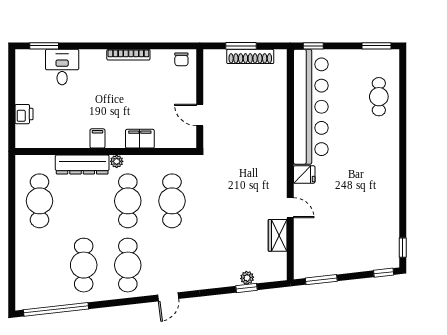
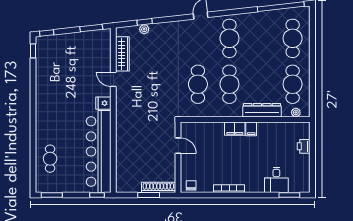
shoe rack: (250, 56) -> (158, 187), moved
filing cabinet: (140, 139) -> (235, 129), moved
plant: (117, 161) -> (296, 112), moved
wardrobe: (278, 235) -> (122, 54), width x1.50
cafe table: (84, 265) -> (293, 38), moved

